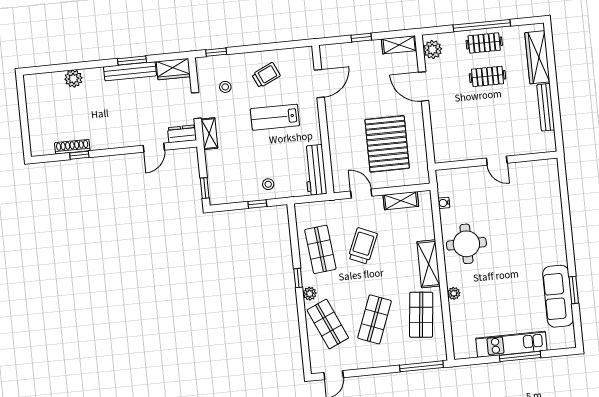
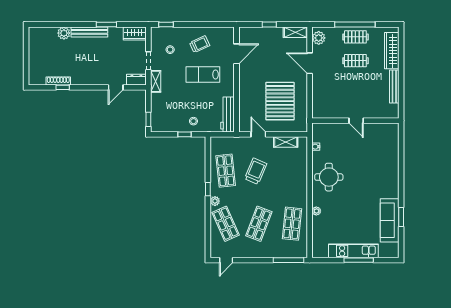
bench: (130, 71) -> (89, 32), moved
shelving: (429, 264) -> (301, 188), removed

